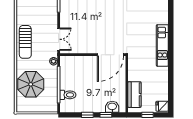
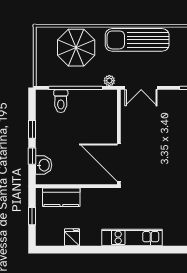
sun lounger: (25, 42) -> (137, 40), width x1.36, depth x1.34
fridge: (162, 106) -> (72, 237), moved

